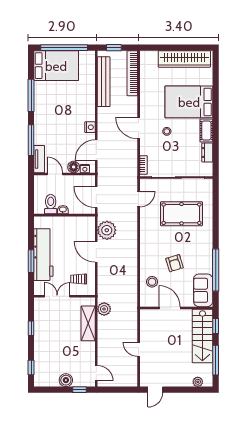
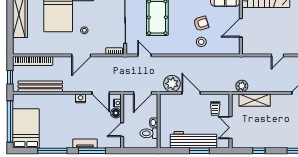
tv unit: (39, 159) -> (85, 143), moved
door: (96, 252) -> (191, 93), swing flipped
stool: (152, 282) -> (201, 42), moved

